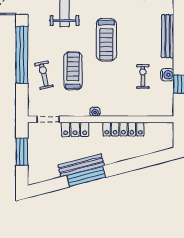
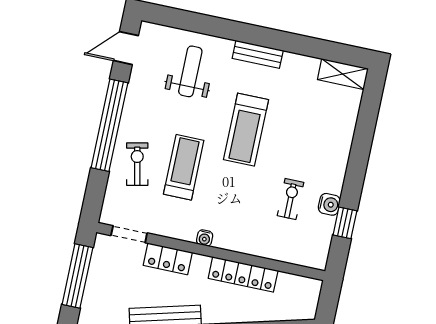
bench: (168, 36) -> (342, 144), removed
window: (22, 152) -> (77, 276), width x1.44

